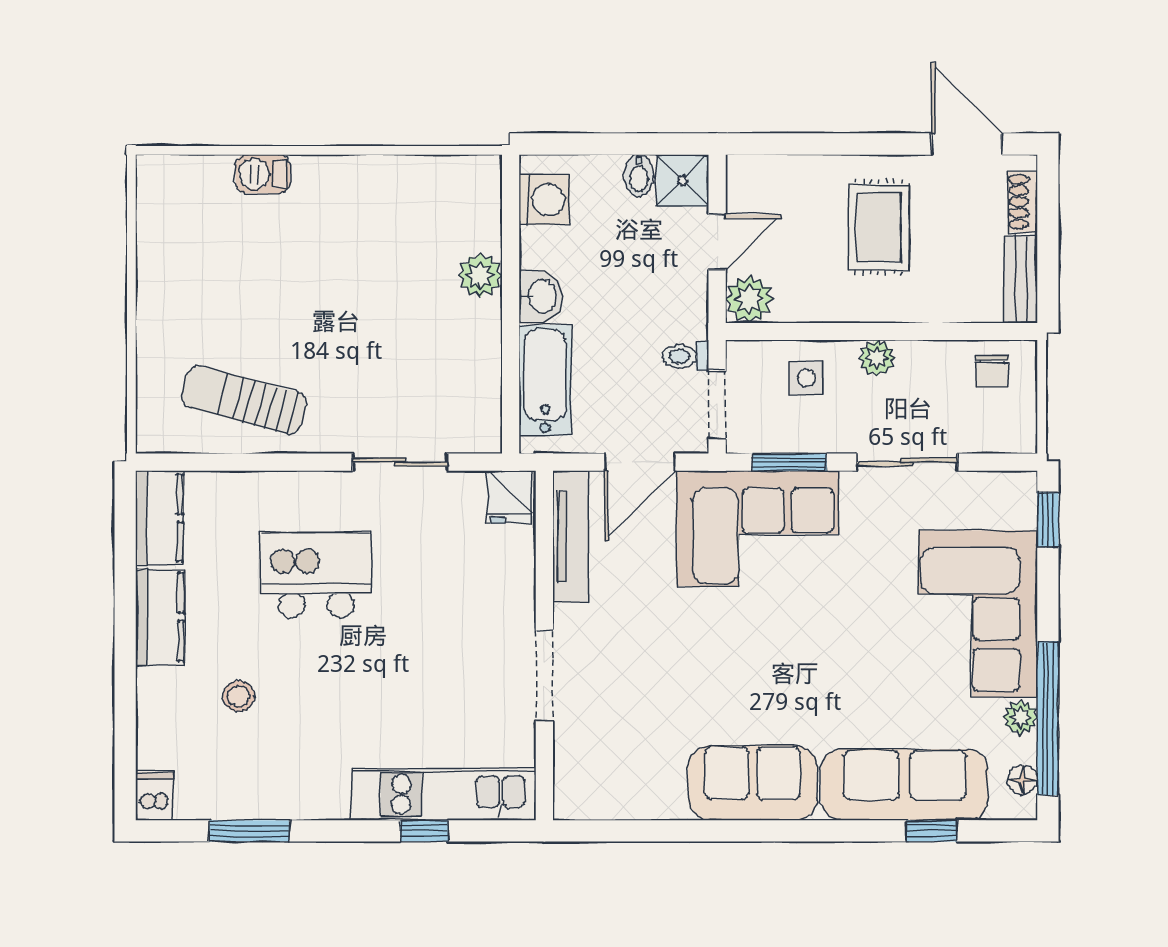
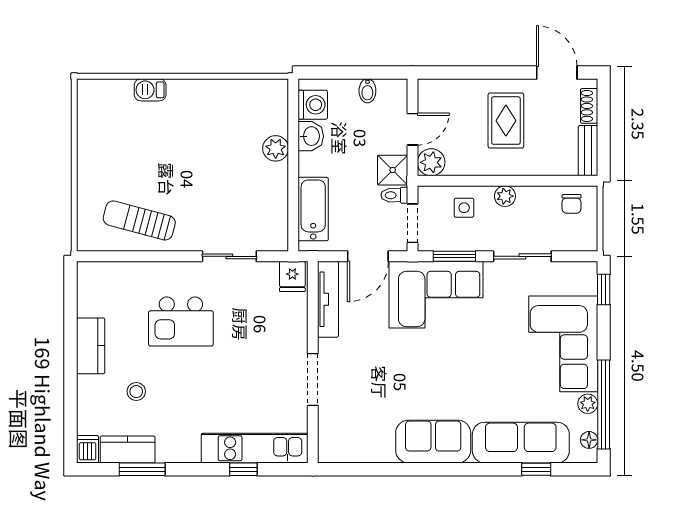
shower: (683, 181) -> (393, 170), moved
washbasin: (541, 296) -> (311, 136), moved
kitchen counter: (159, 518) -> (128, 450), moved, turned -90
kitchen island: (316, 575) -> (181, 322), turned 180

